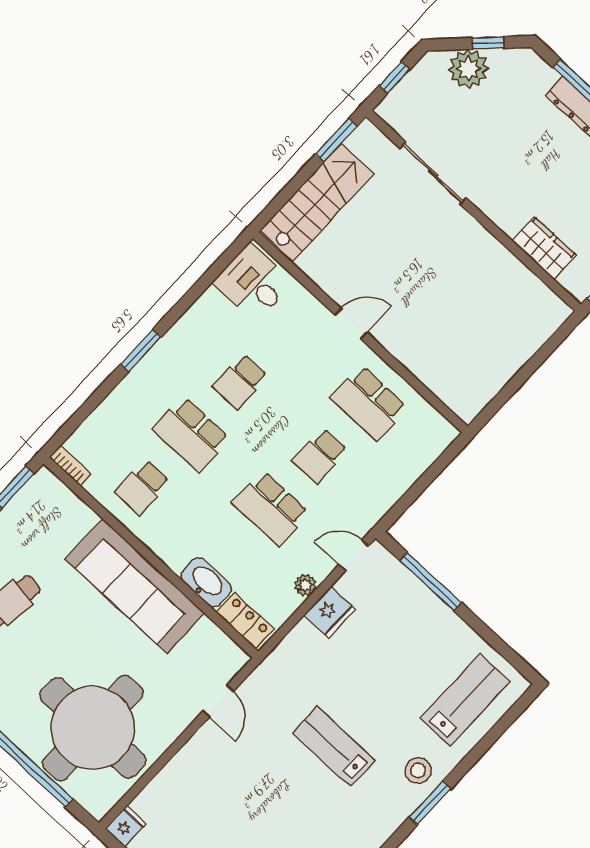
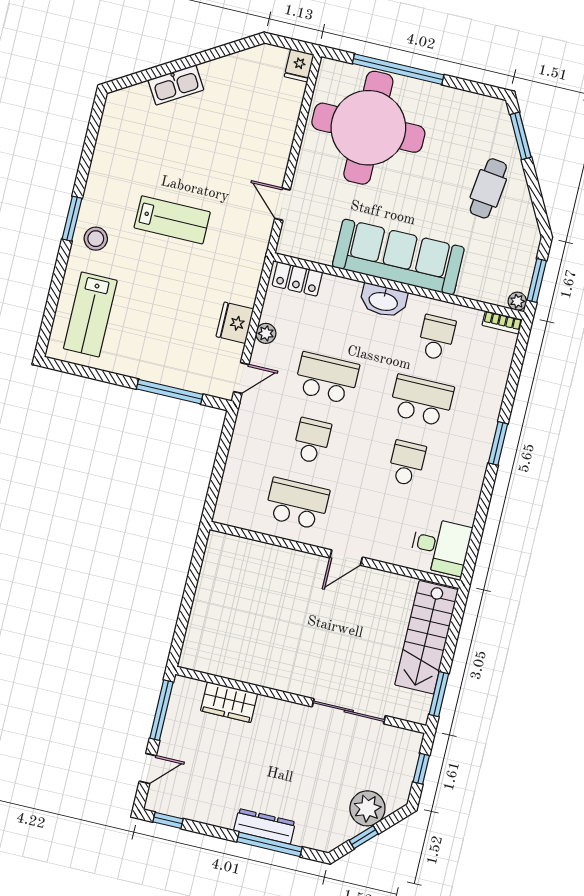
plant: (44, 478) -> (517, 301), added
washbasin: (206, 582) -> (383, 301), moved

